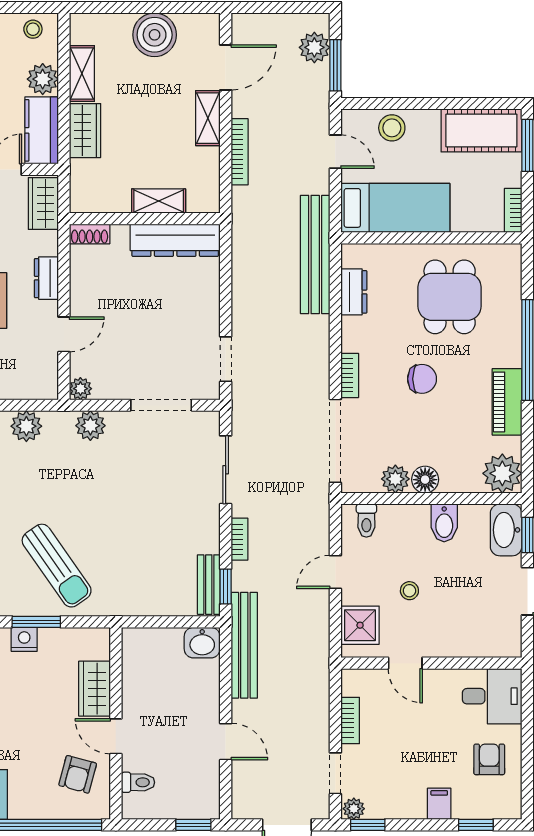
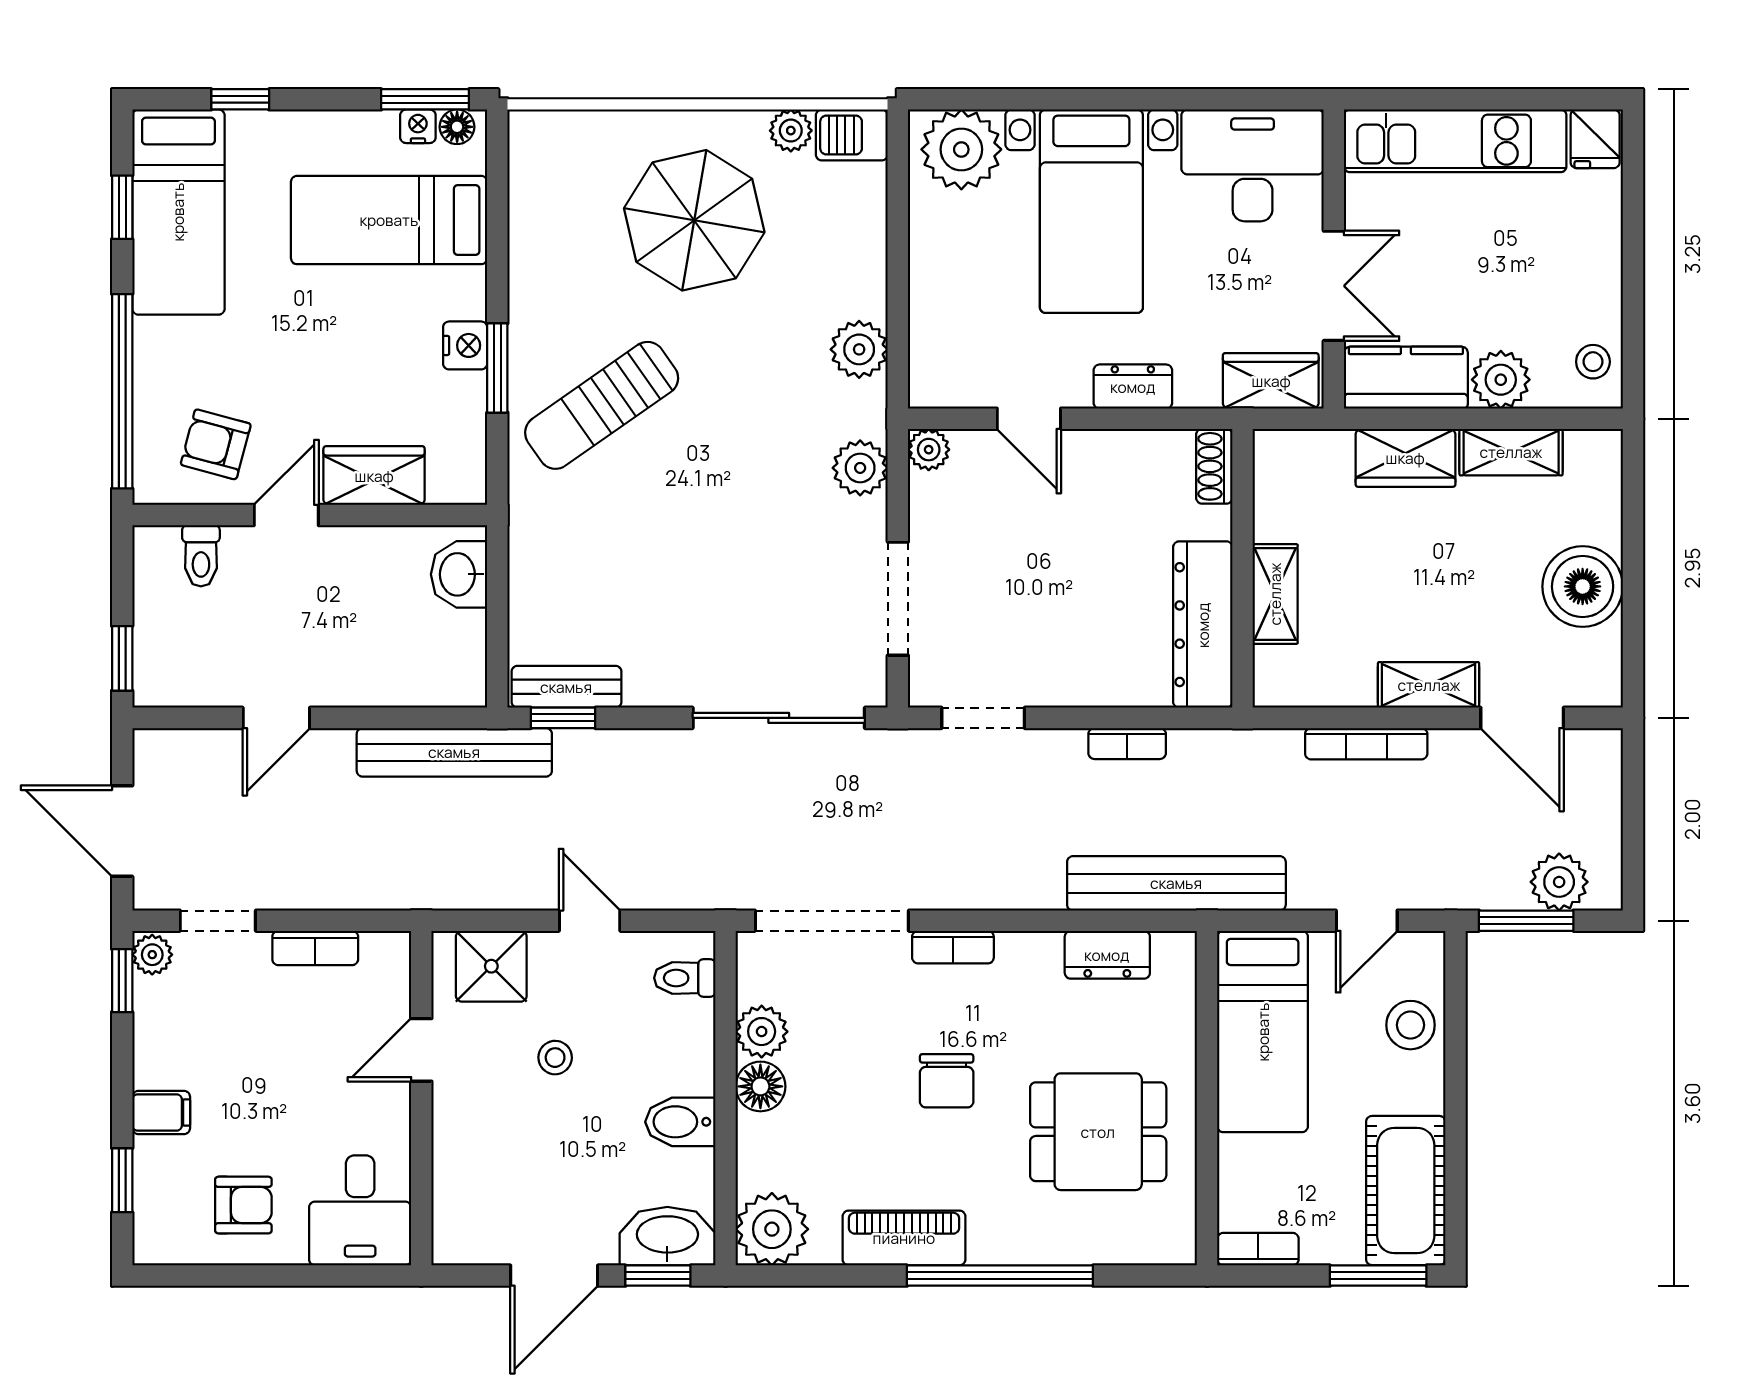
sliding door: (226, 470) -> (779, 718), width x1.37
bookcase: (240, 539) -> (1127, 744), moved
washbasin: (202, 643) -> (459, 574), moved

